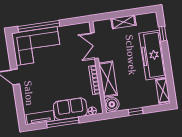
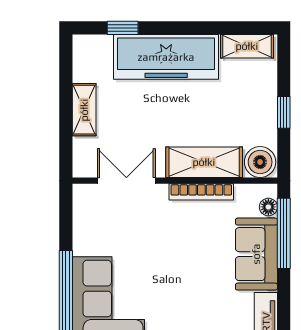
double door: (95, 46) -> (126, 181), swing flipped
window: (63, 122) -> (284, 233), moved

